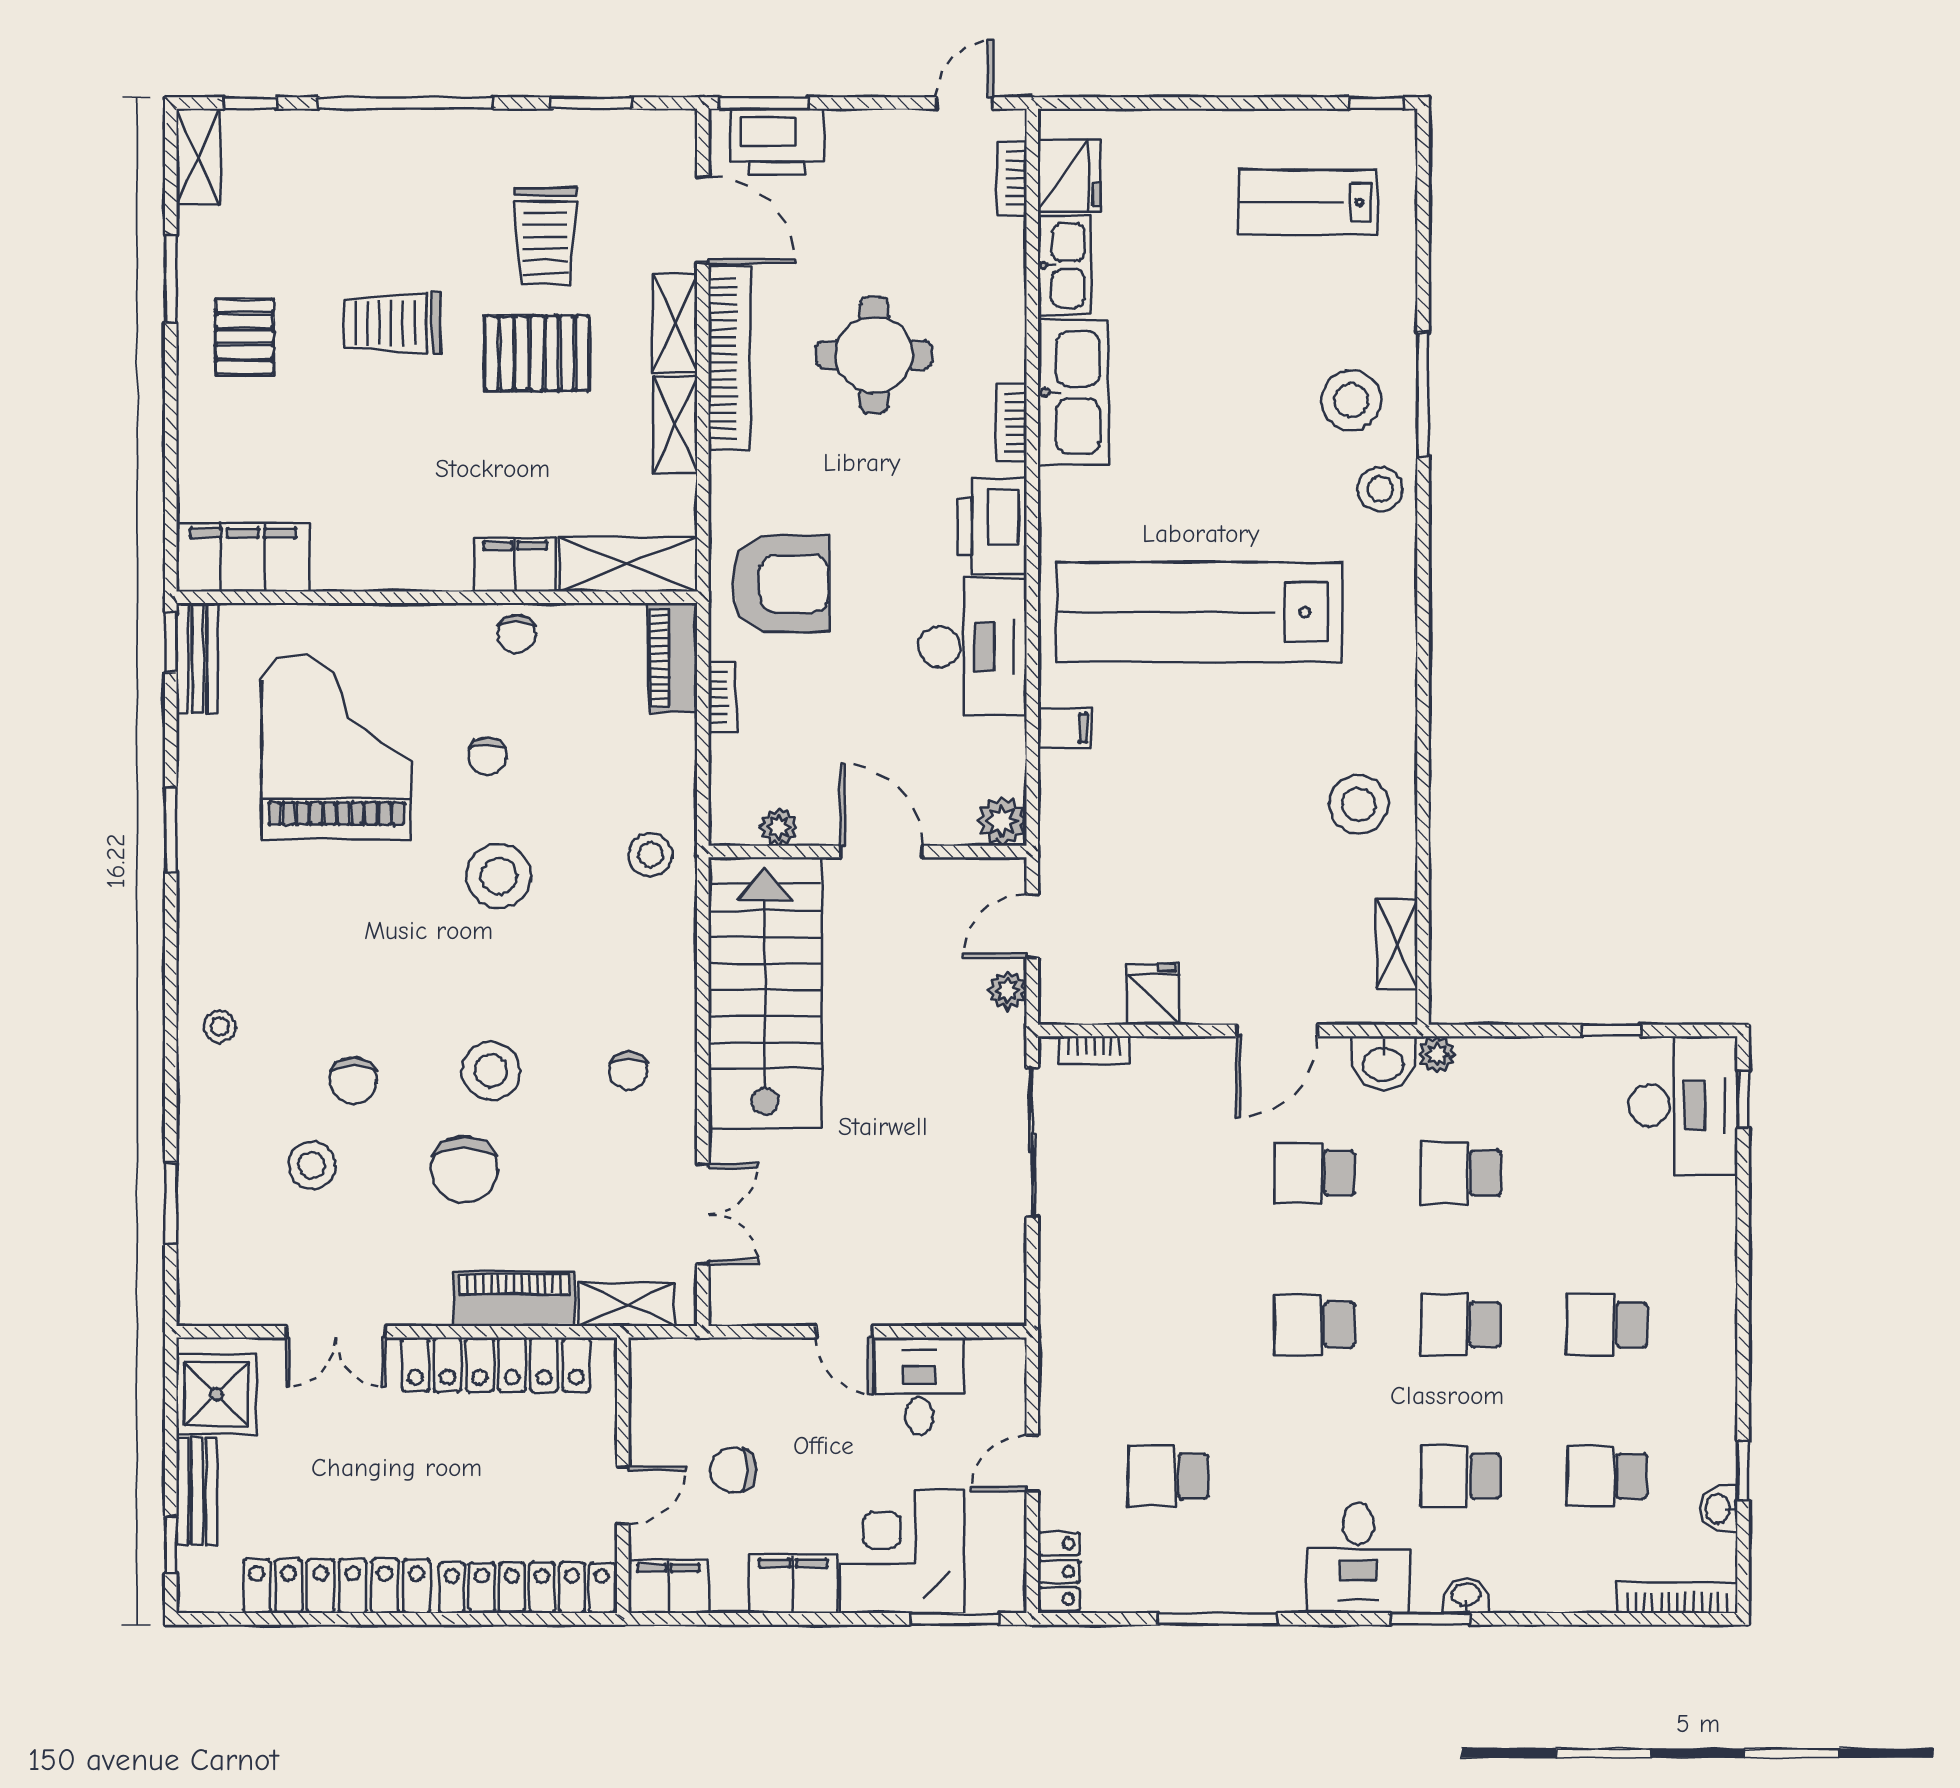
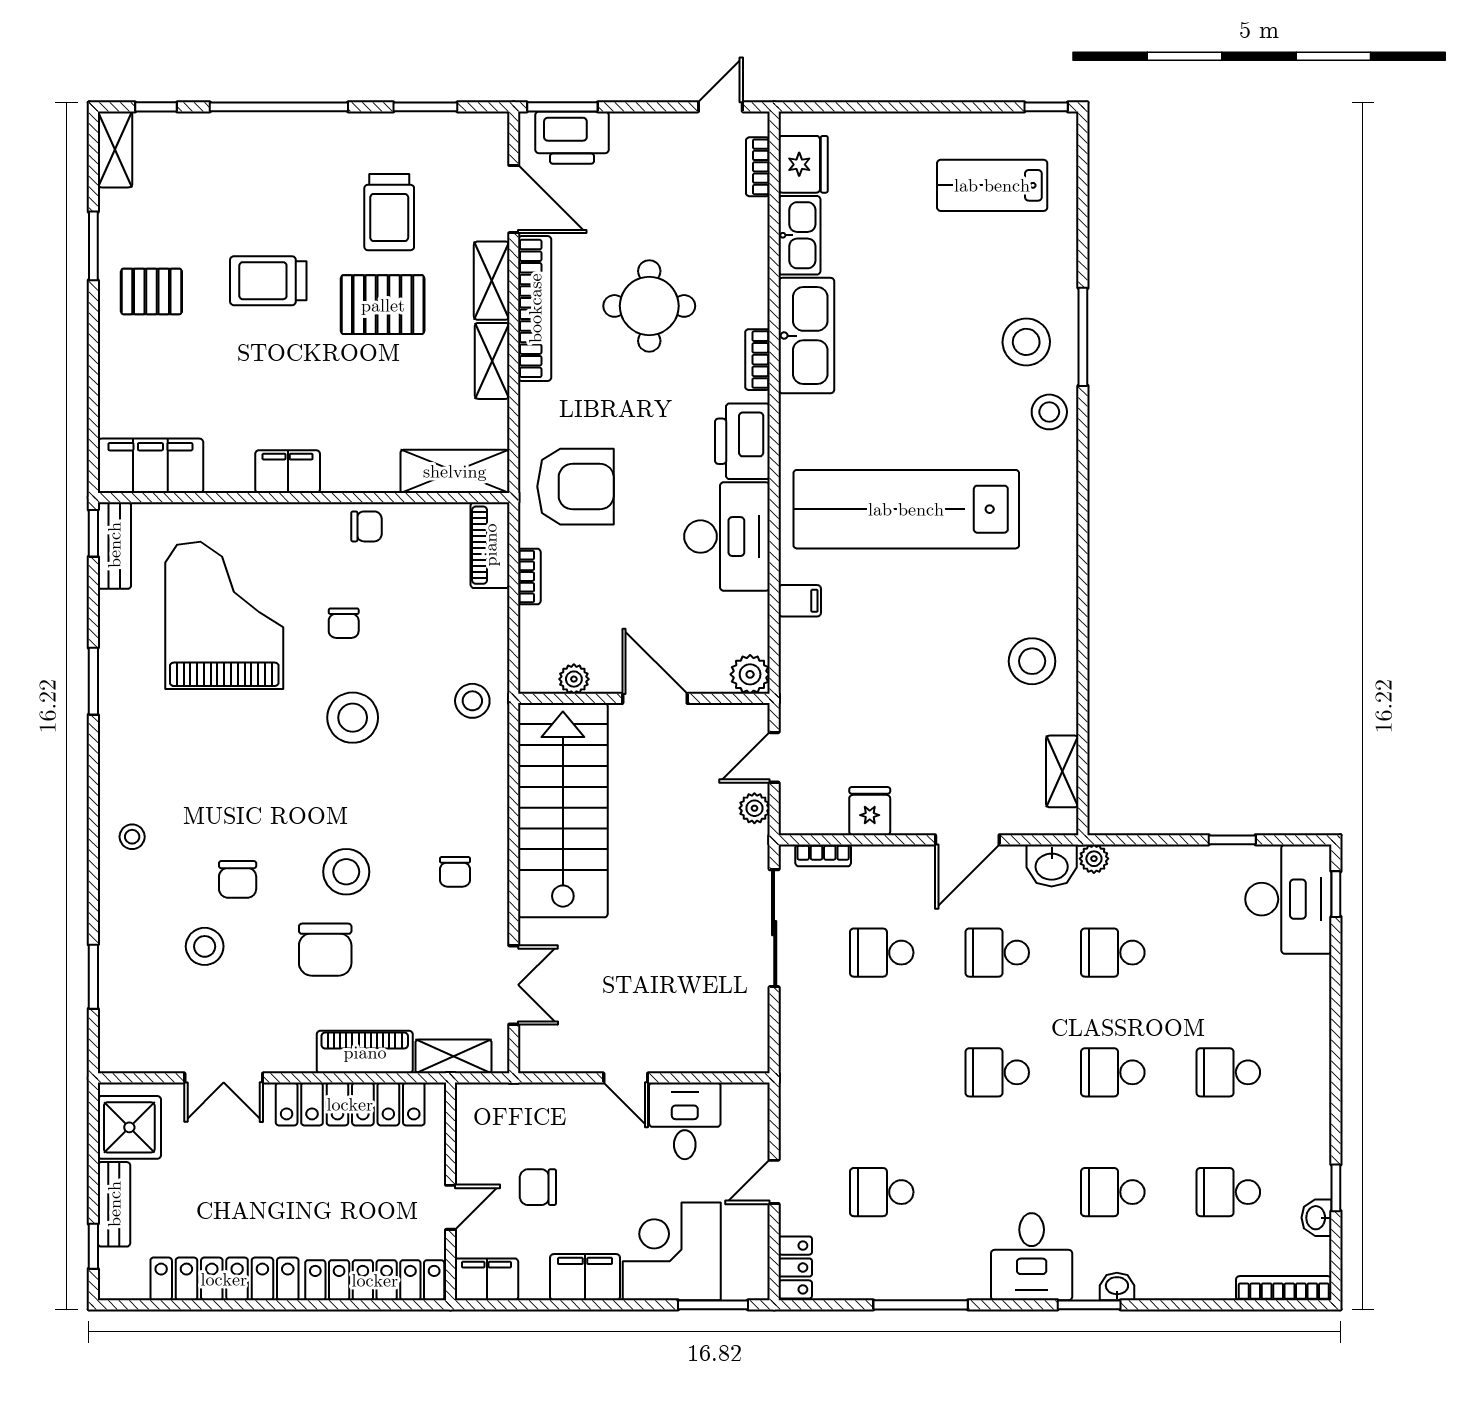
pallet: (244, 337) -> (151, 291), turned 90
filing cabinet: (515, 565) -> (288, 472), moved
chair: (516, 634) -> (366, 526), turned -90
school desk: (1168, 1173) -> (882, 953), added

